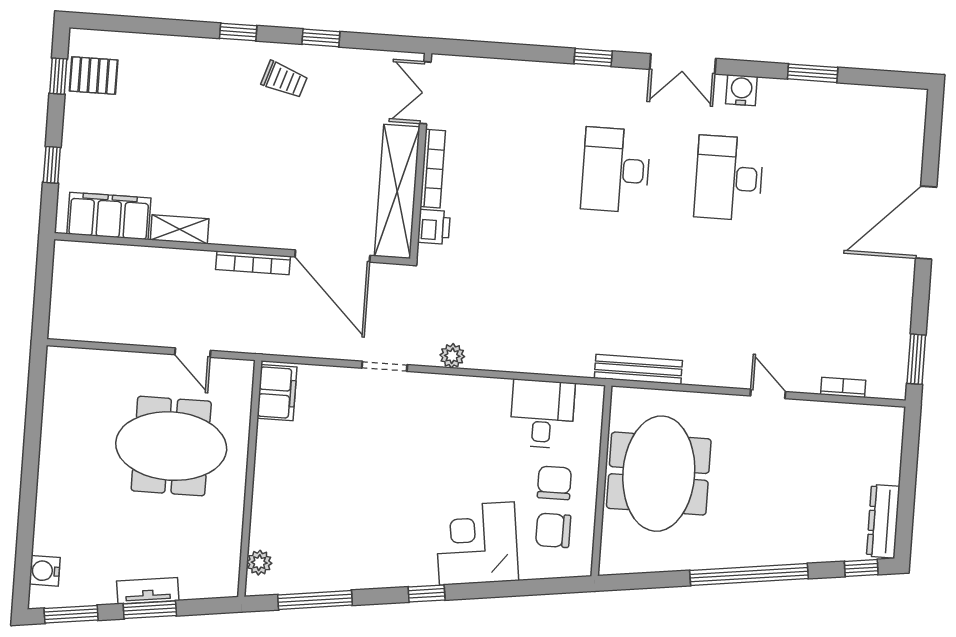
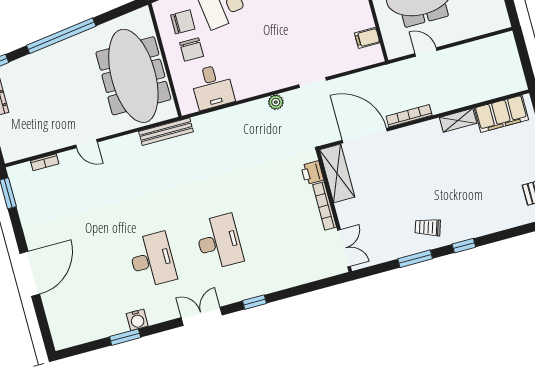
window: (321, 38) -> (415, 259), width x1.50
water cooler: (741, 90) -> (137, 320), moved
shelving: (397, 191) -> (337, 173), width x0.68
filing cabinet: (277, 393) -> (367, 38), width x0.50
meeting table: (659, 474) -> (133, 76), width x1.36

